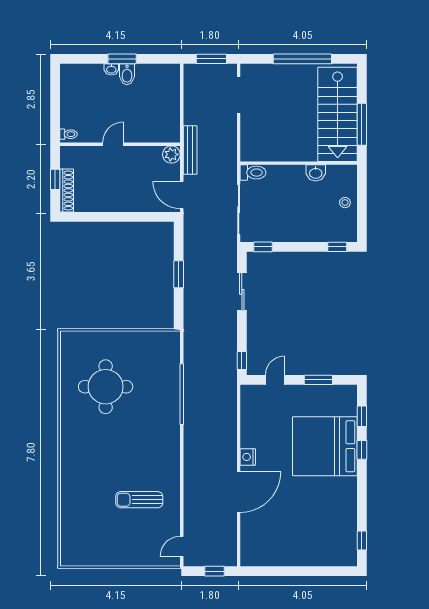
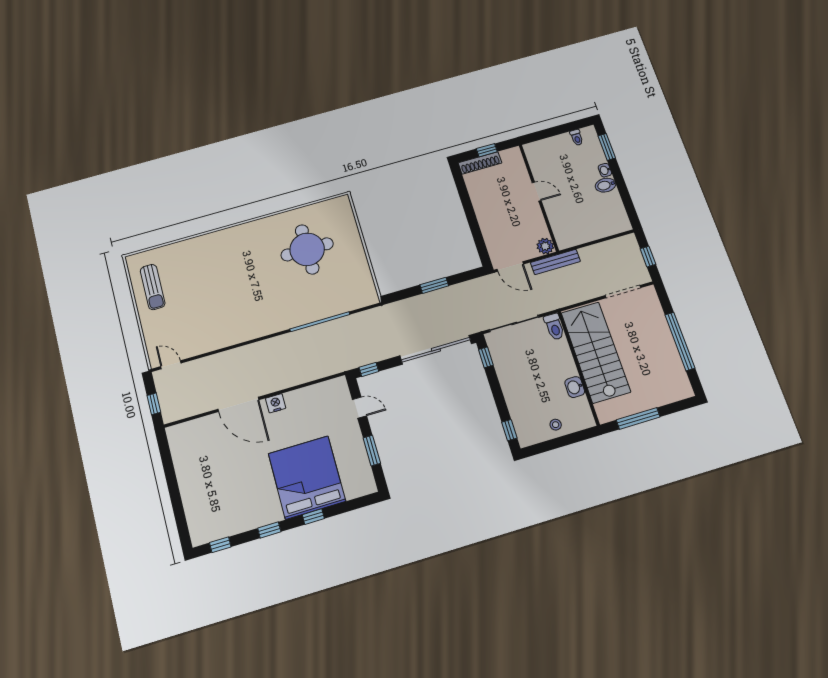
window: (122, 59) -> (607, 147), moved
window: (211, 59) -> (648, 257), width x0.67
stairs: (338, 114) -> (596, 352), moved, turned 90
toilet: (69, 134) -> (577, 137), moved
door: (182, 195) -> (510, 267), swing flipped
sliding door: (242, 292) -> (436, 350), width x1.86
window: (362, 416) -> (269, 530), moved
sun lounger: (139, 500) -> (153, 287), moved, turned 180

